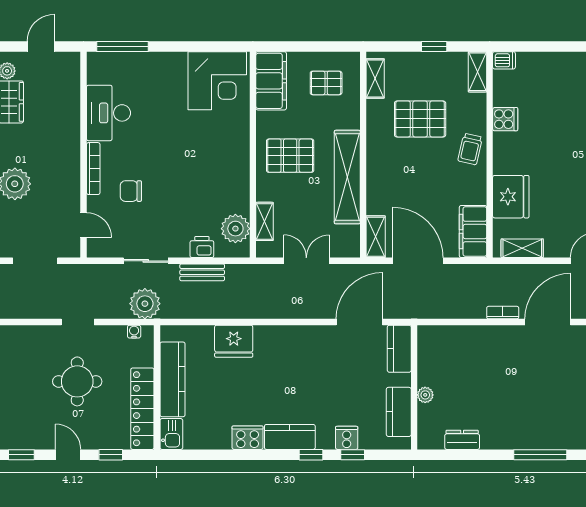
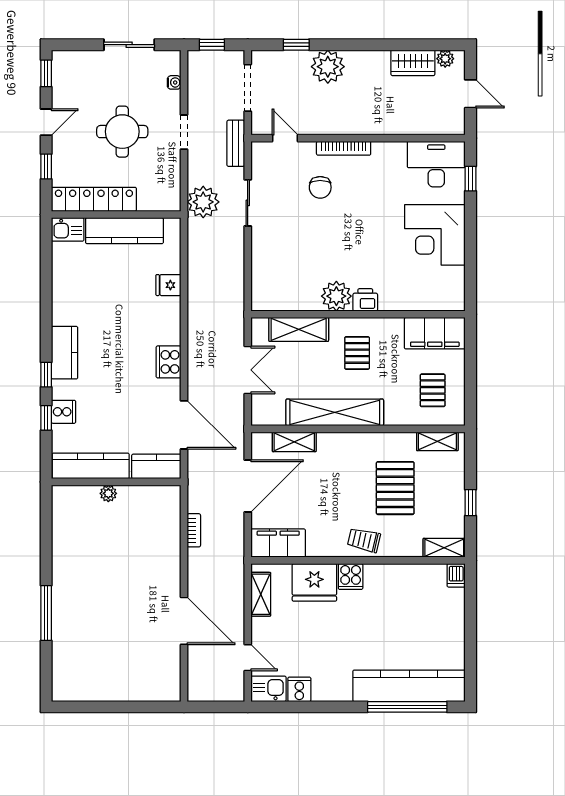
window: (122, 46) -> (471, 179), width x0.46
corner desk: (217, 81) -> (435, 235), moved
desk: (108, 113) -> (436, 164), moved
cooker: (505, 119) -> (351, 577), moved
pallet: (290, 156) -> (357, 353), width x0.67, depth x0.71
chair: (131, 191) -> (320, 187), turned 180
shelving: (265, 221) -> (299, 329), width x1.50, depth x1.33
door: (83, 225) -> (285, 138), swing flipped
plant: (235, 229) -> (336, 296), moved
shelving: (376, 237) -> (294, 442), moved
printer: (202, 247) -> (365, 300), moved, turned -90
bench: (202, 272) -> (236, 143), moved
bookcase: (503, 313) -> (194, 530), moved
water cooler: (134, 332) -> (174, 82), moved
fridge: (234, 341) -> (168, 285), width x0.53, depth x0.75
kitchen counter: (399, 412) -> (91, 466), width x1.50
cooker: (248, 438) -> (169, 362), moved, turned 180
dresser: (462, 440) -> (62, 532), removed

